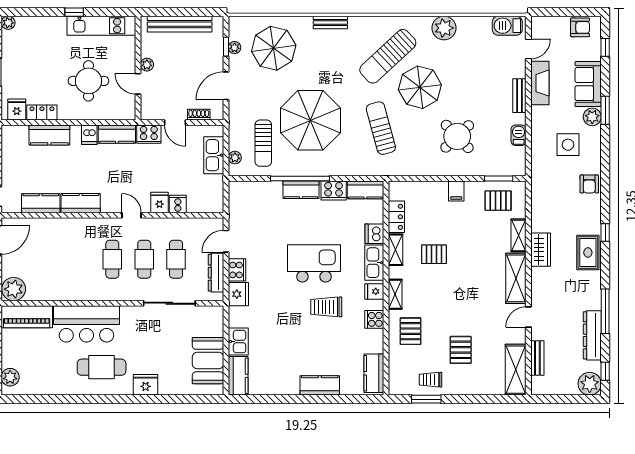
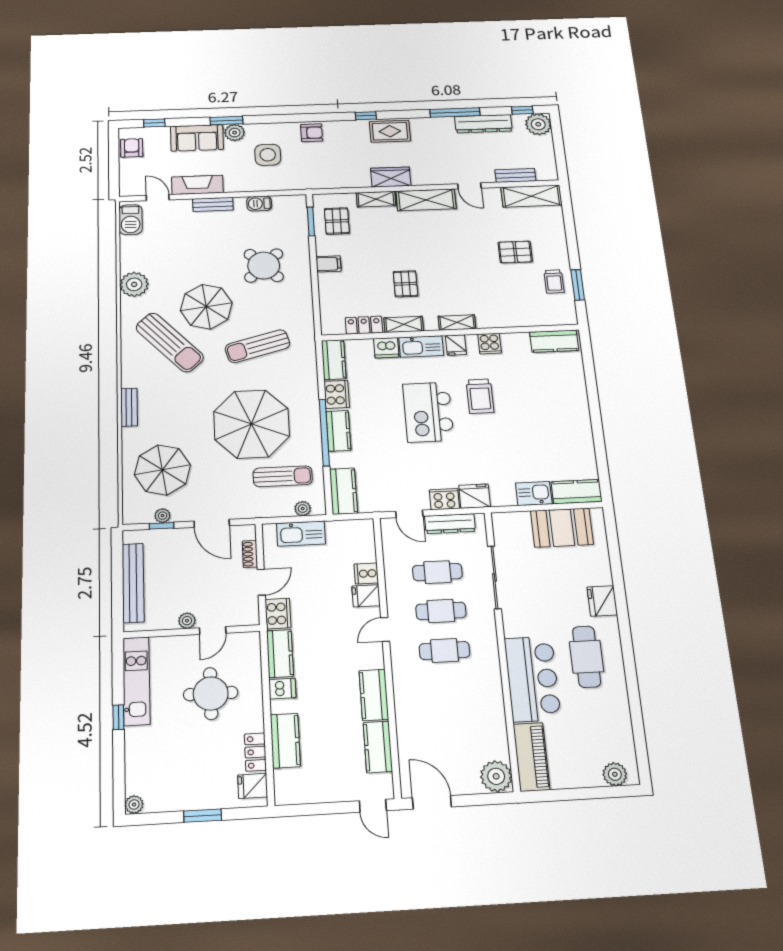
pallet: (411, 331) -> (499, 304), removed
kitchen counter: (320, 385) -> (344, 491), moved, turned 180

